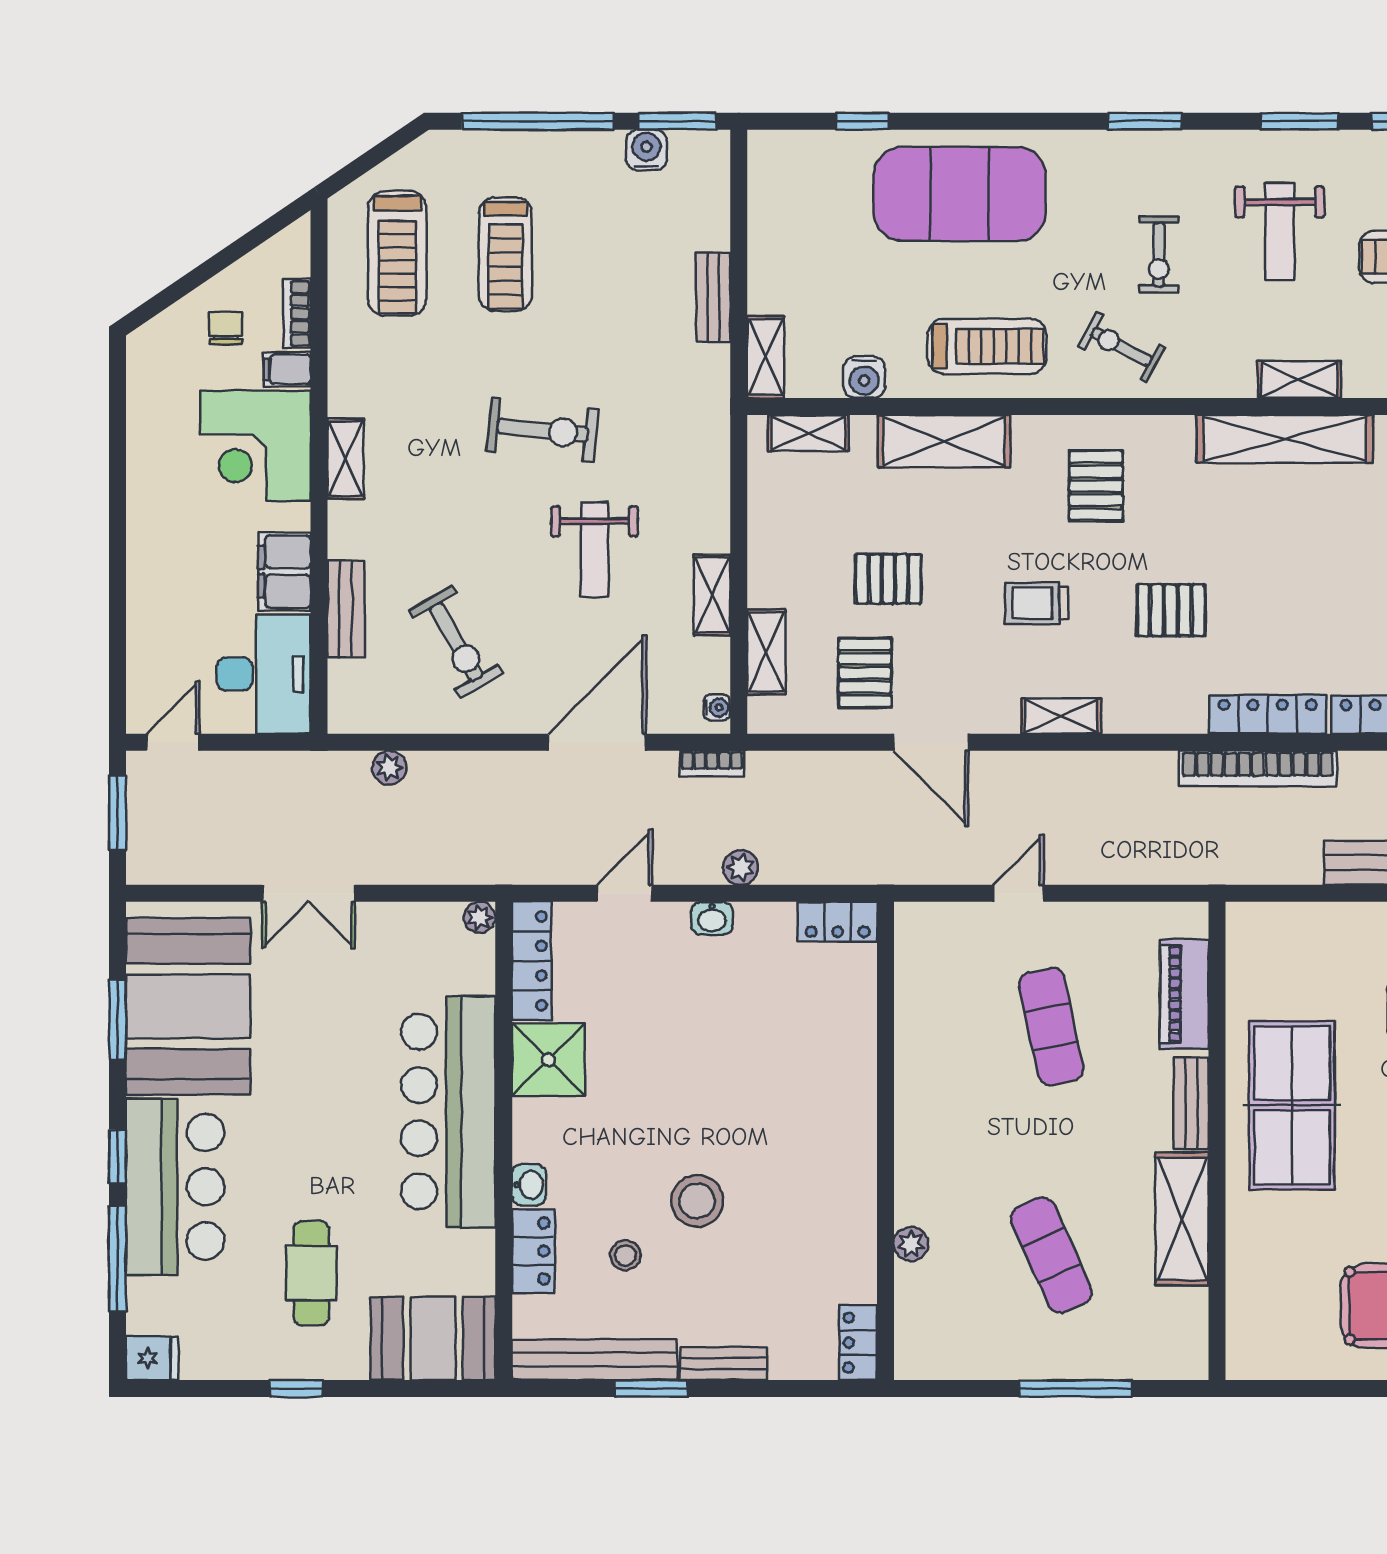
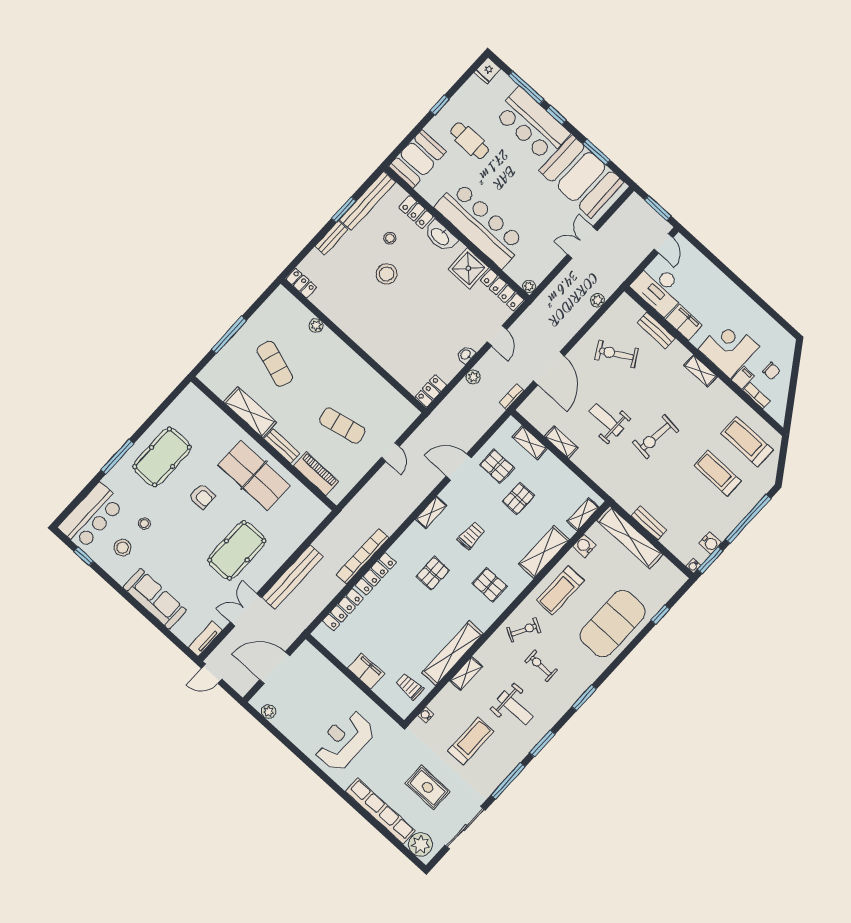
weight bench: (1280, 231) -> (515, 708), turned 180
shelving: (766, 357) -> (630, 537), width x2.20, depth x1.33
water cooler: (717, 707) -> (693, 566), moved
washbasin: (529, 1185) -> (440, 236), width x1.91, depth x1.45
exercise mat: (1051, 1255) -> (275, 364), turned 42

